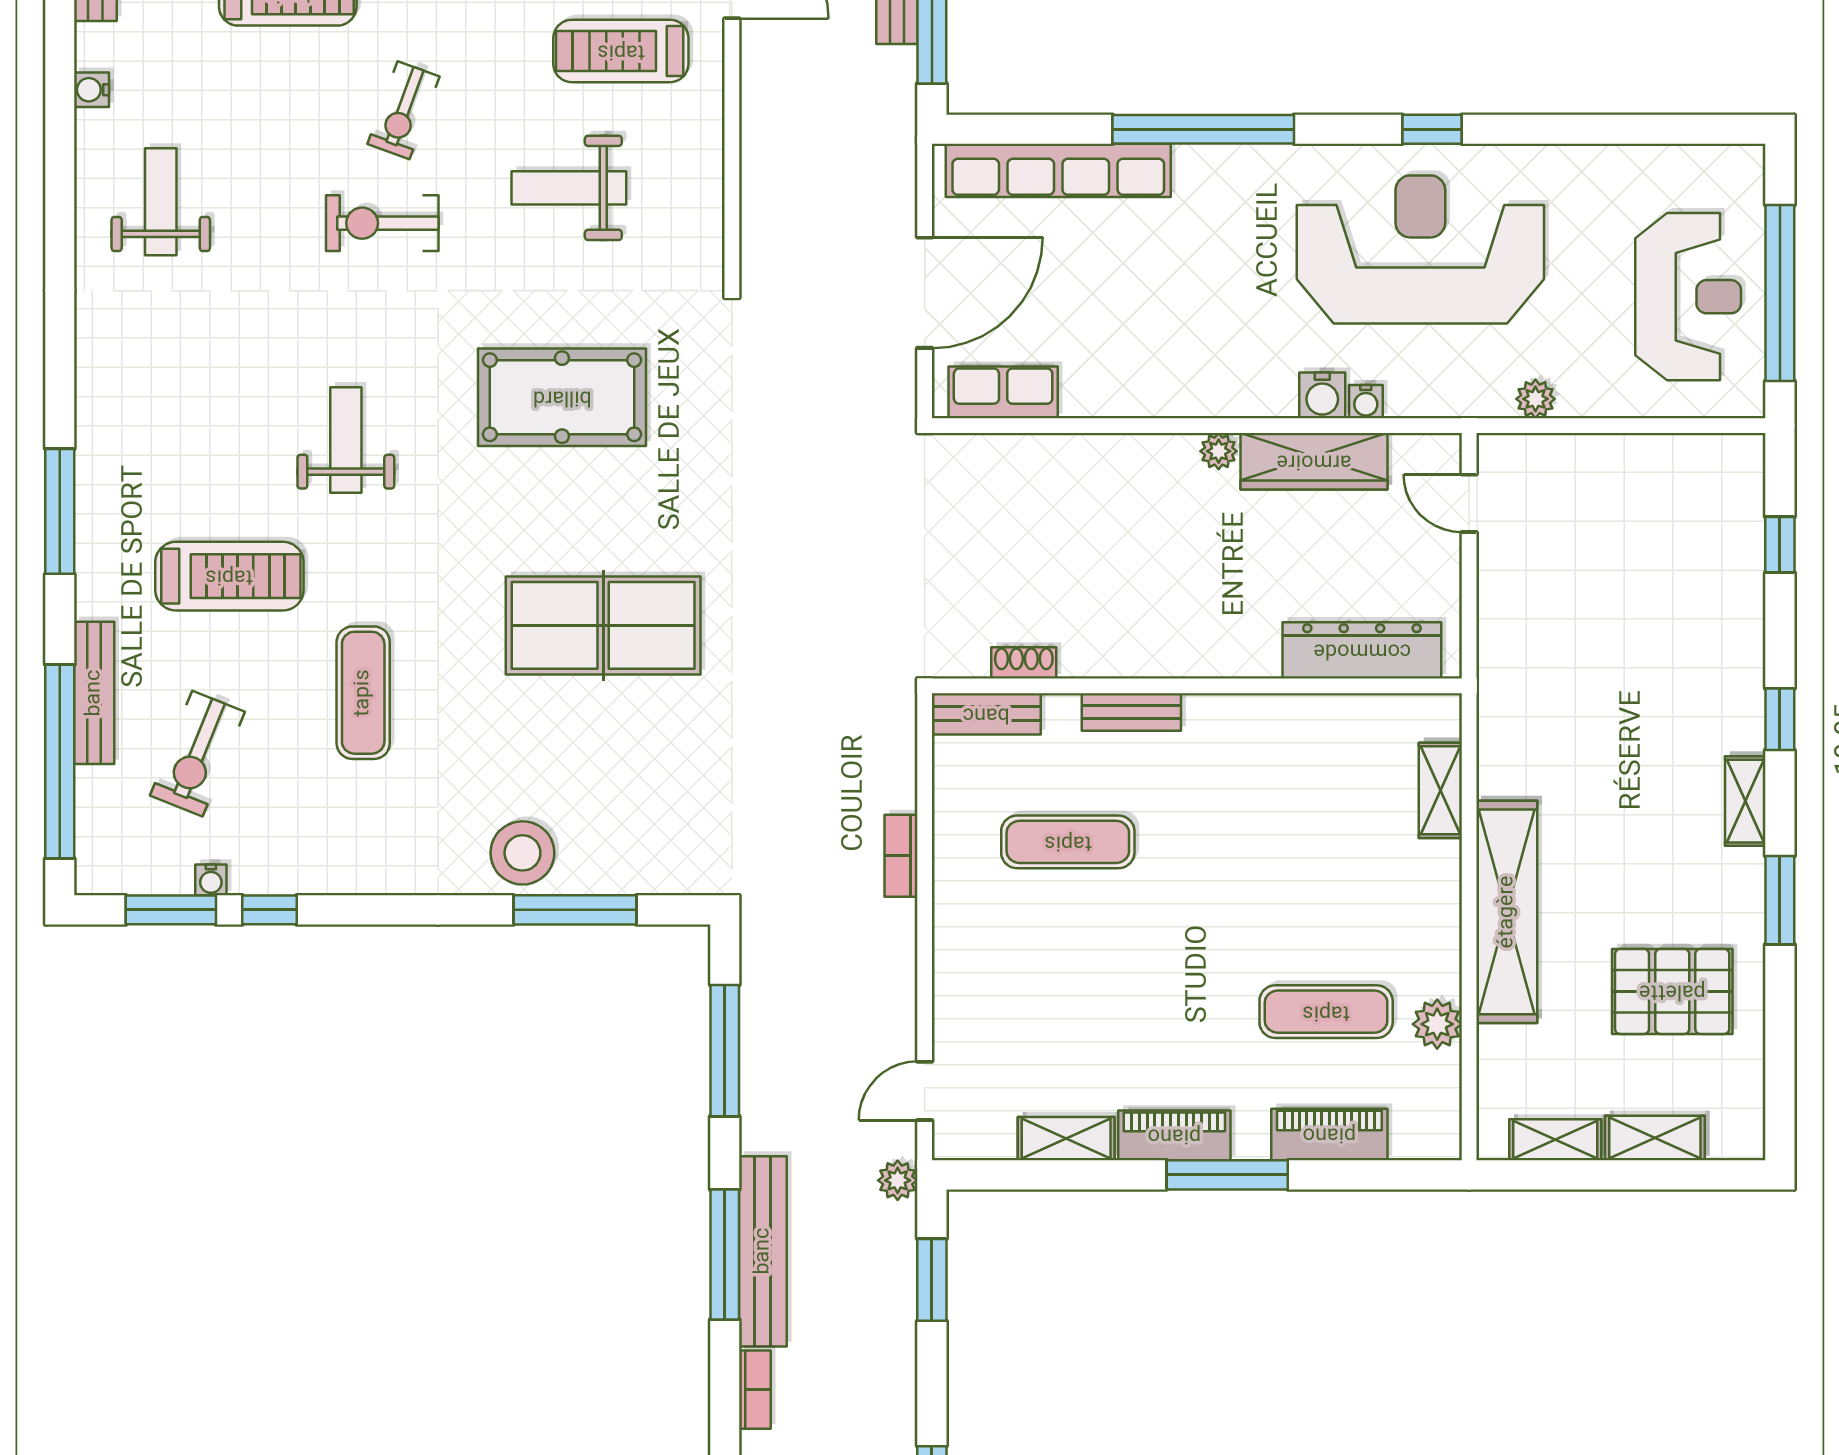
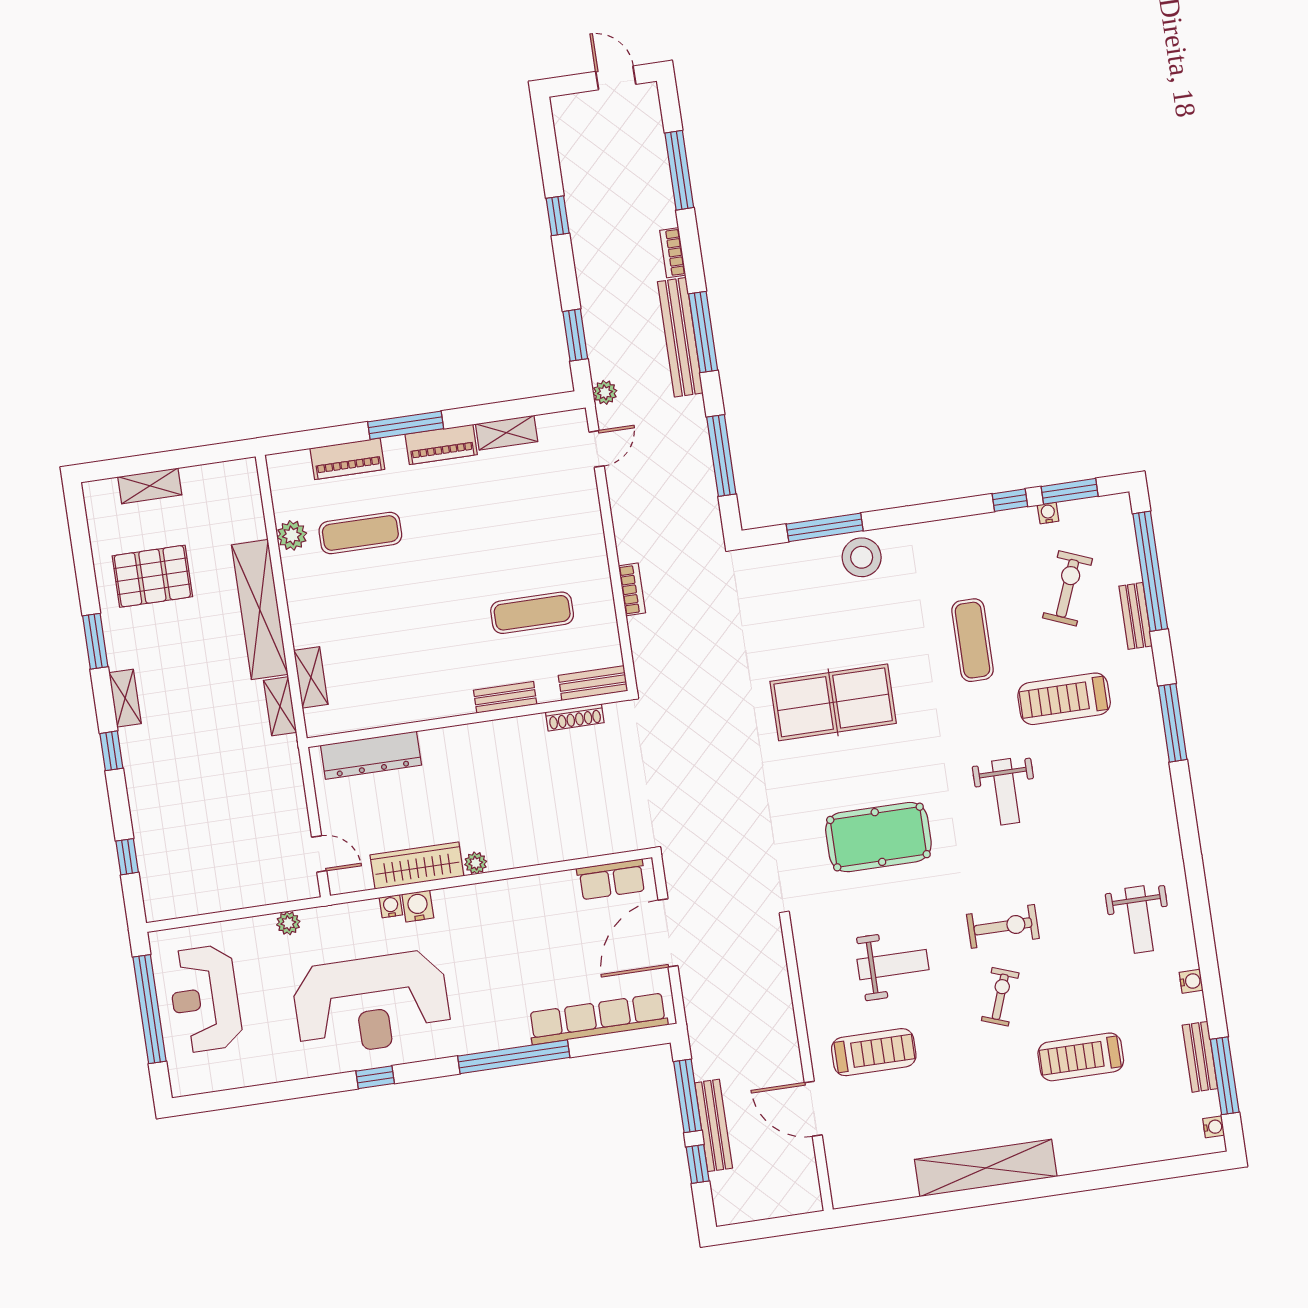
shoe rack: (1024, 663) -> (575, 717), width x1.43
bench: (94, 693) -> (1136, 616), width x0.73
shelving: (1555, 1140) -> (280, 706), moved, turned 90

